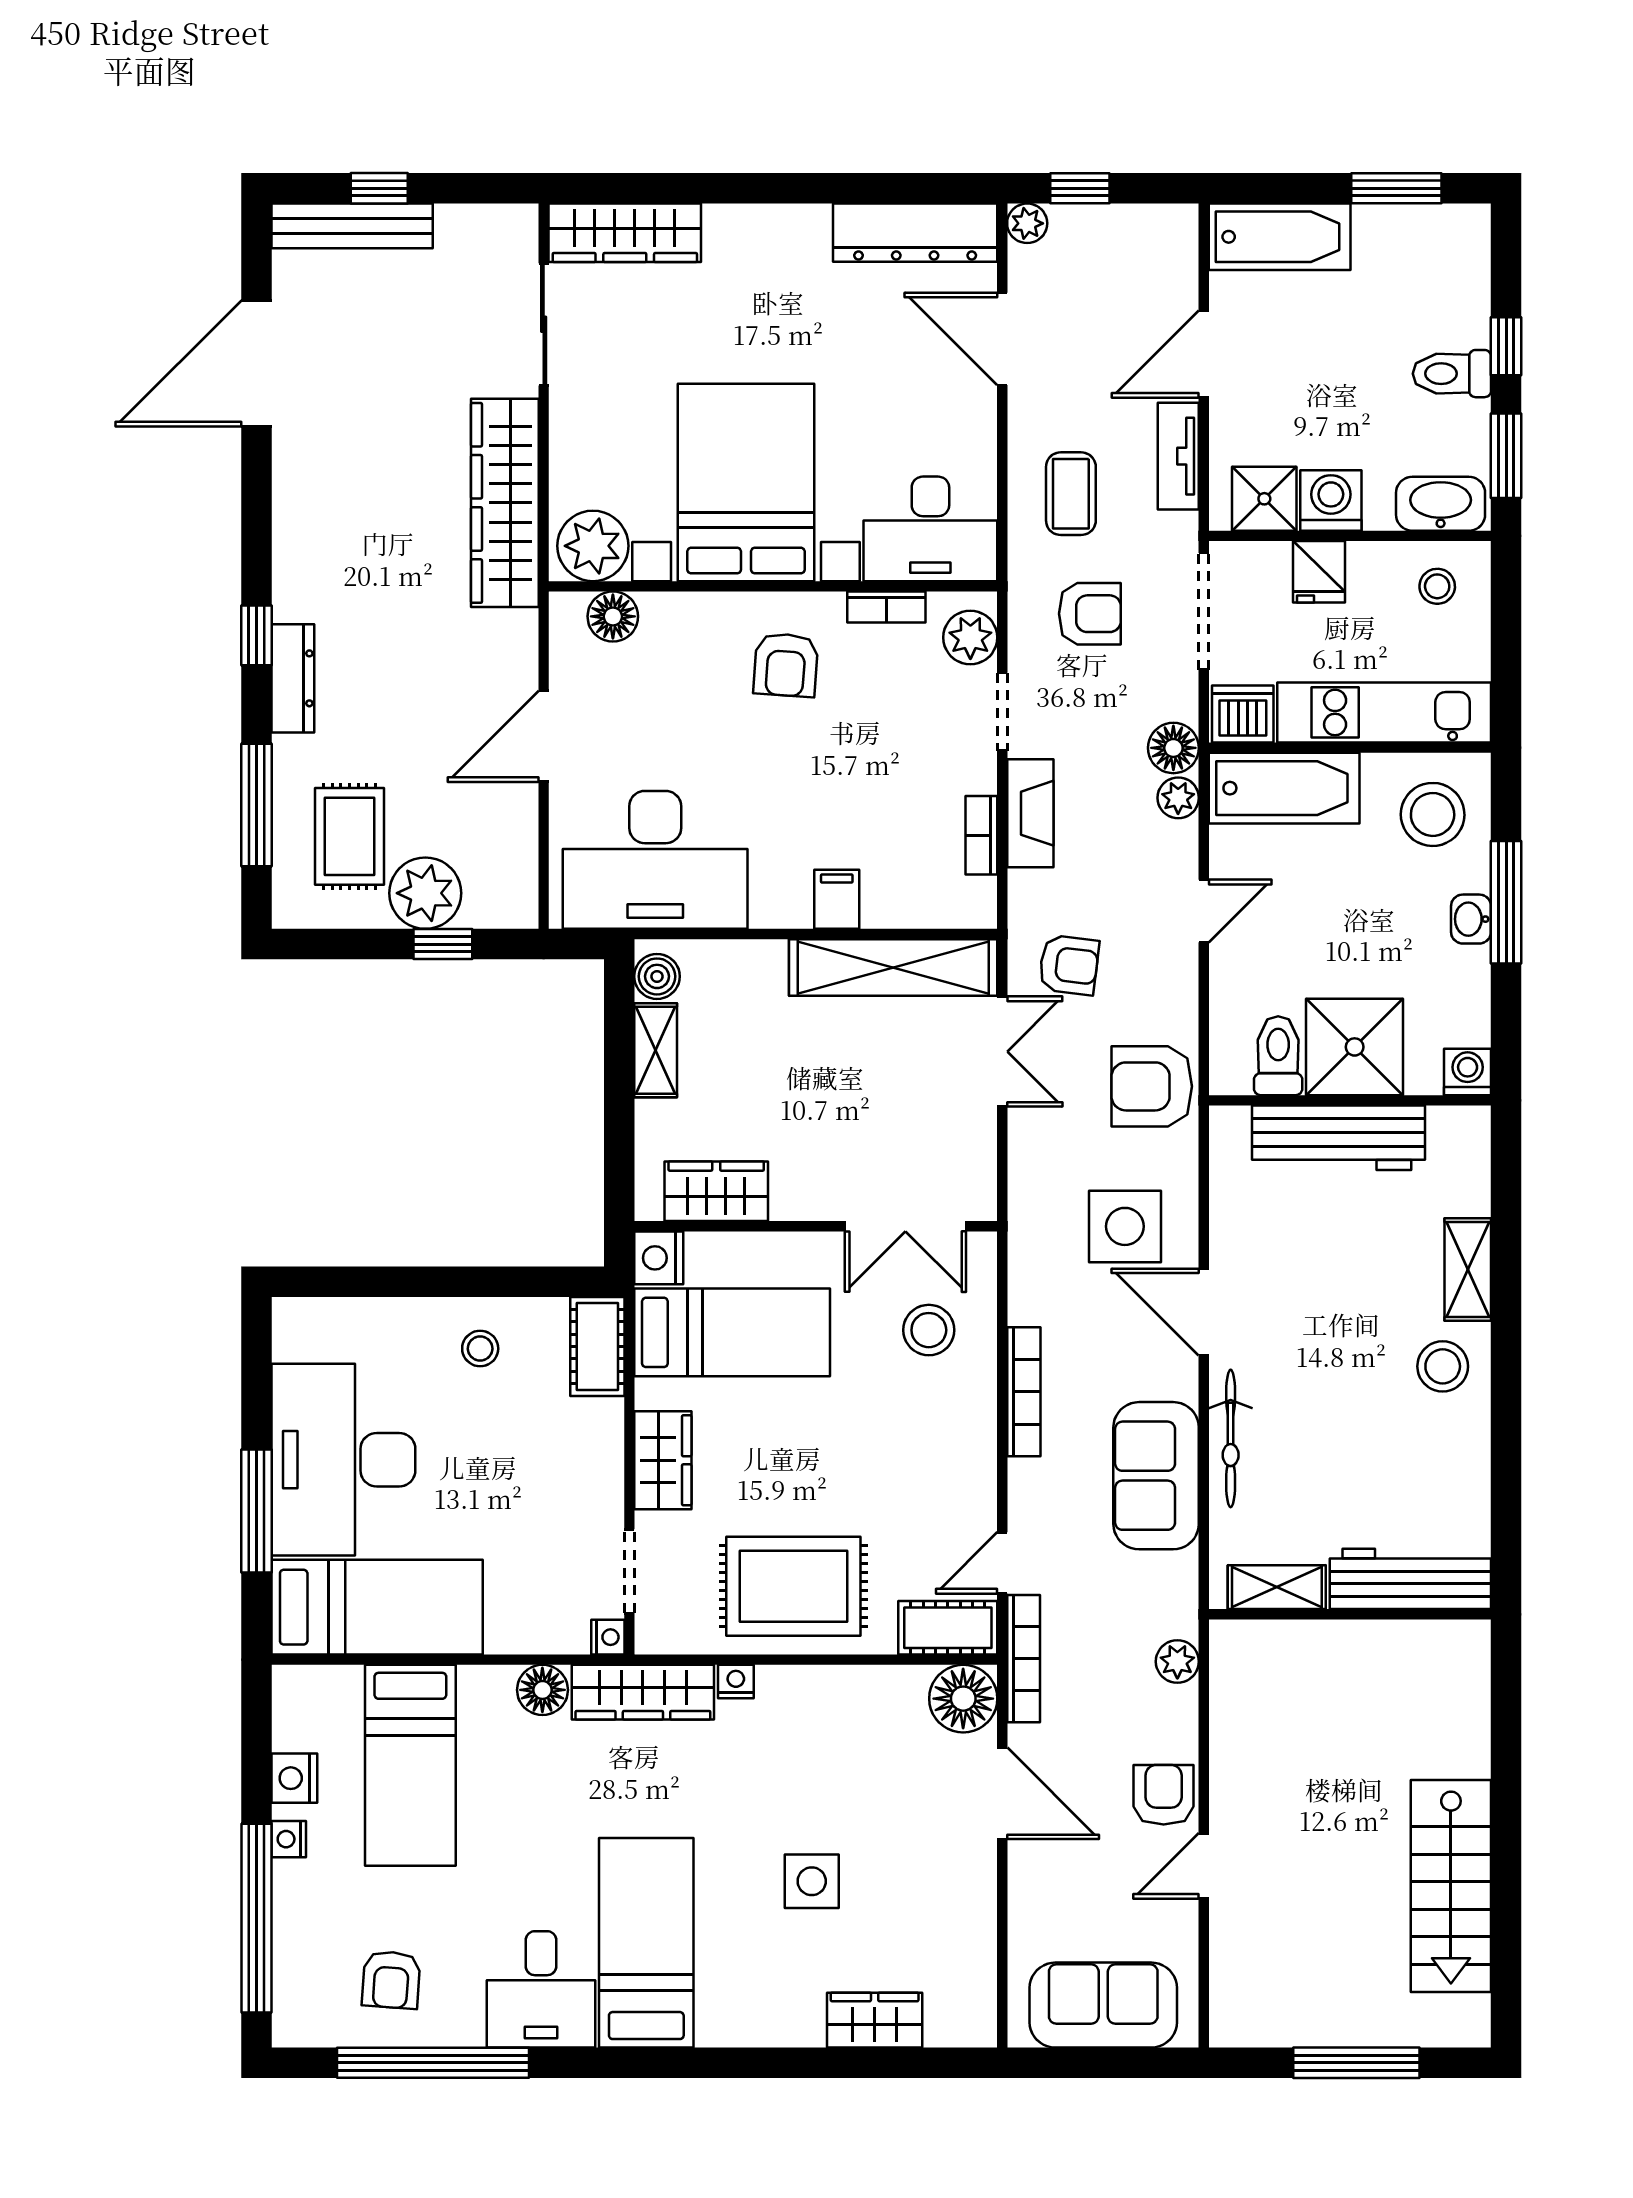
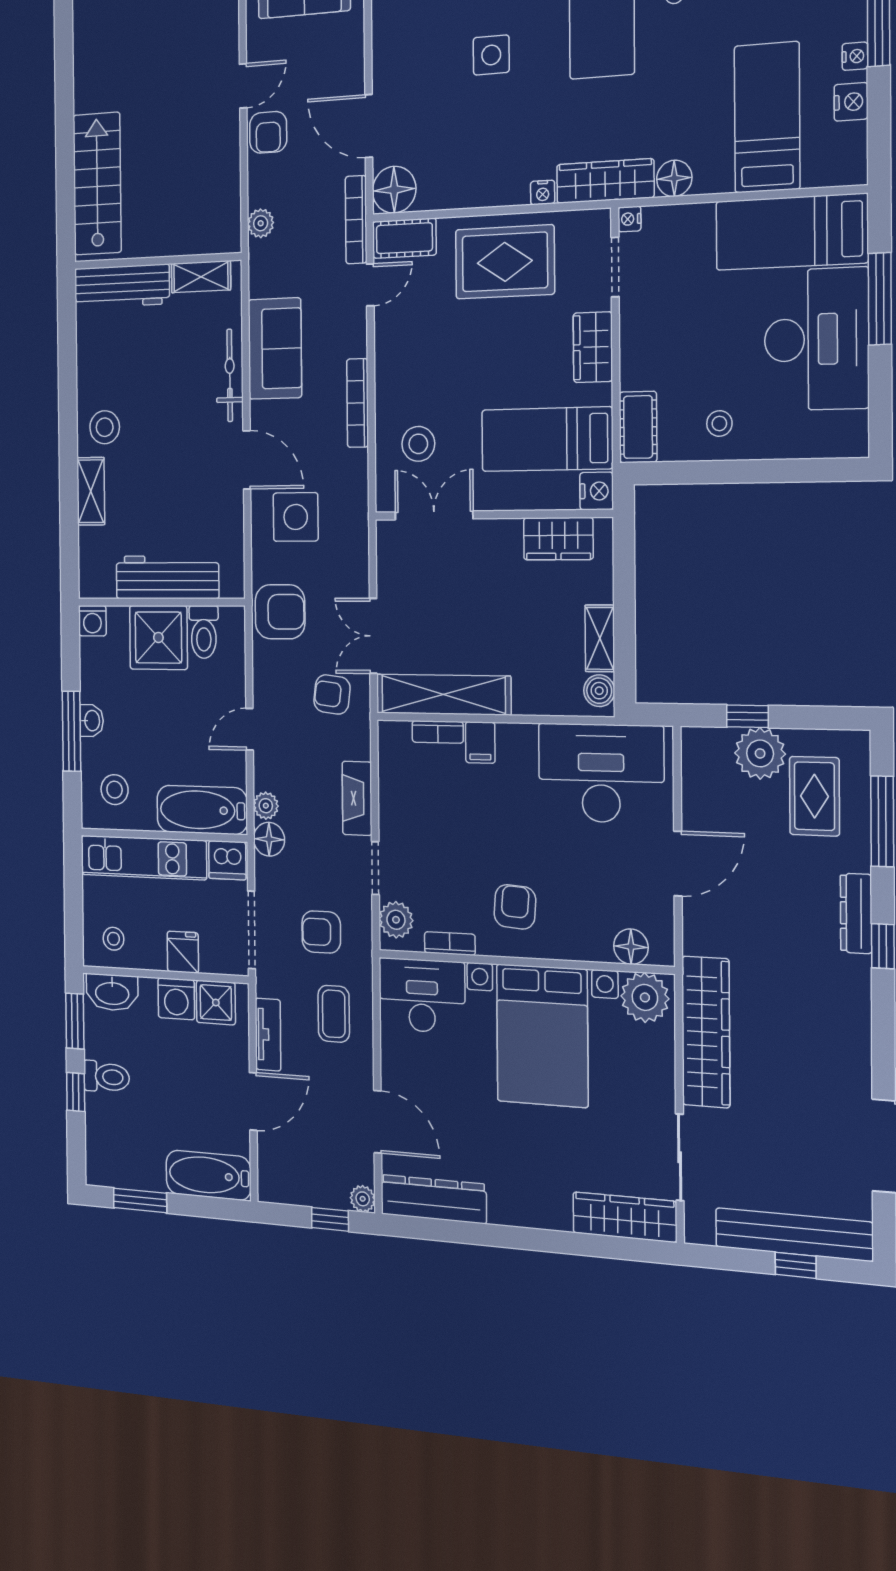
bench: (352, 226) -> (794, 1235), width x1.37, depth x1.21
stool: (1433, 814) -> (115, 790), width x0.73, depth x0.73
bookcase: (981, 835) -> (438, 732), moved, turned 90
stairs: (1451, 1886) -> (97, 184), moved

